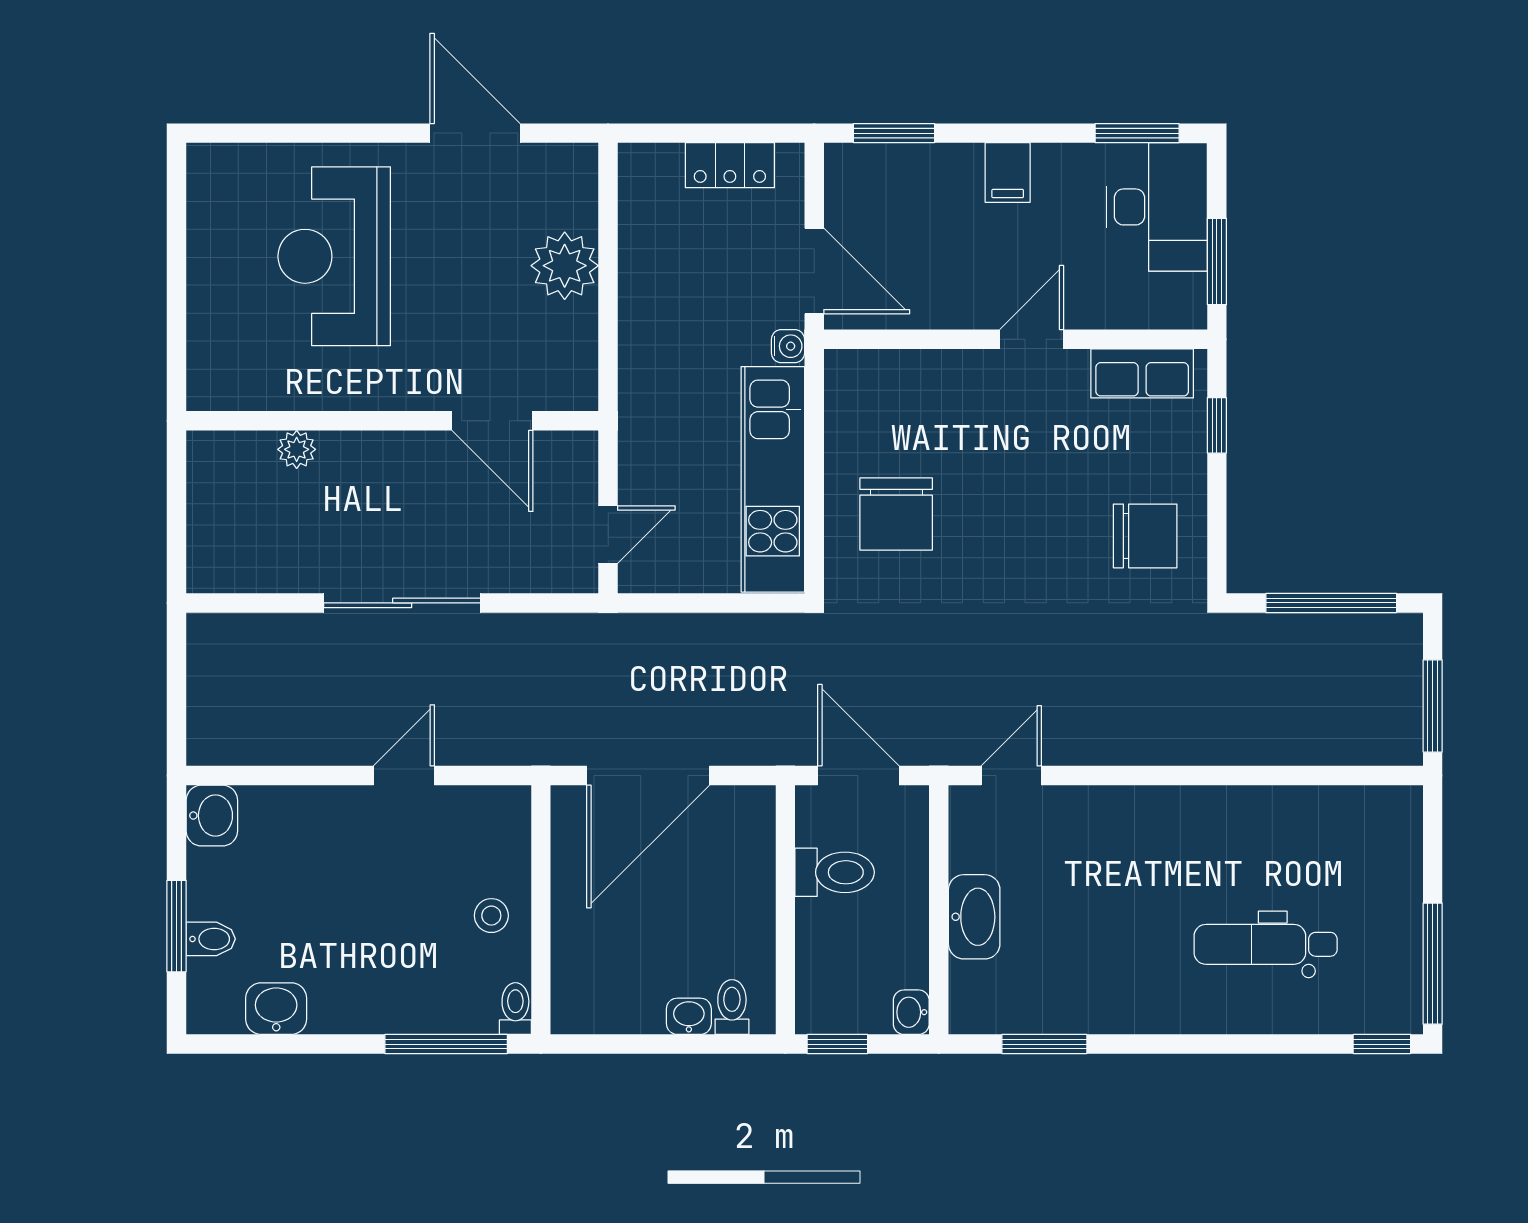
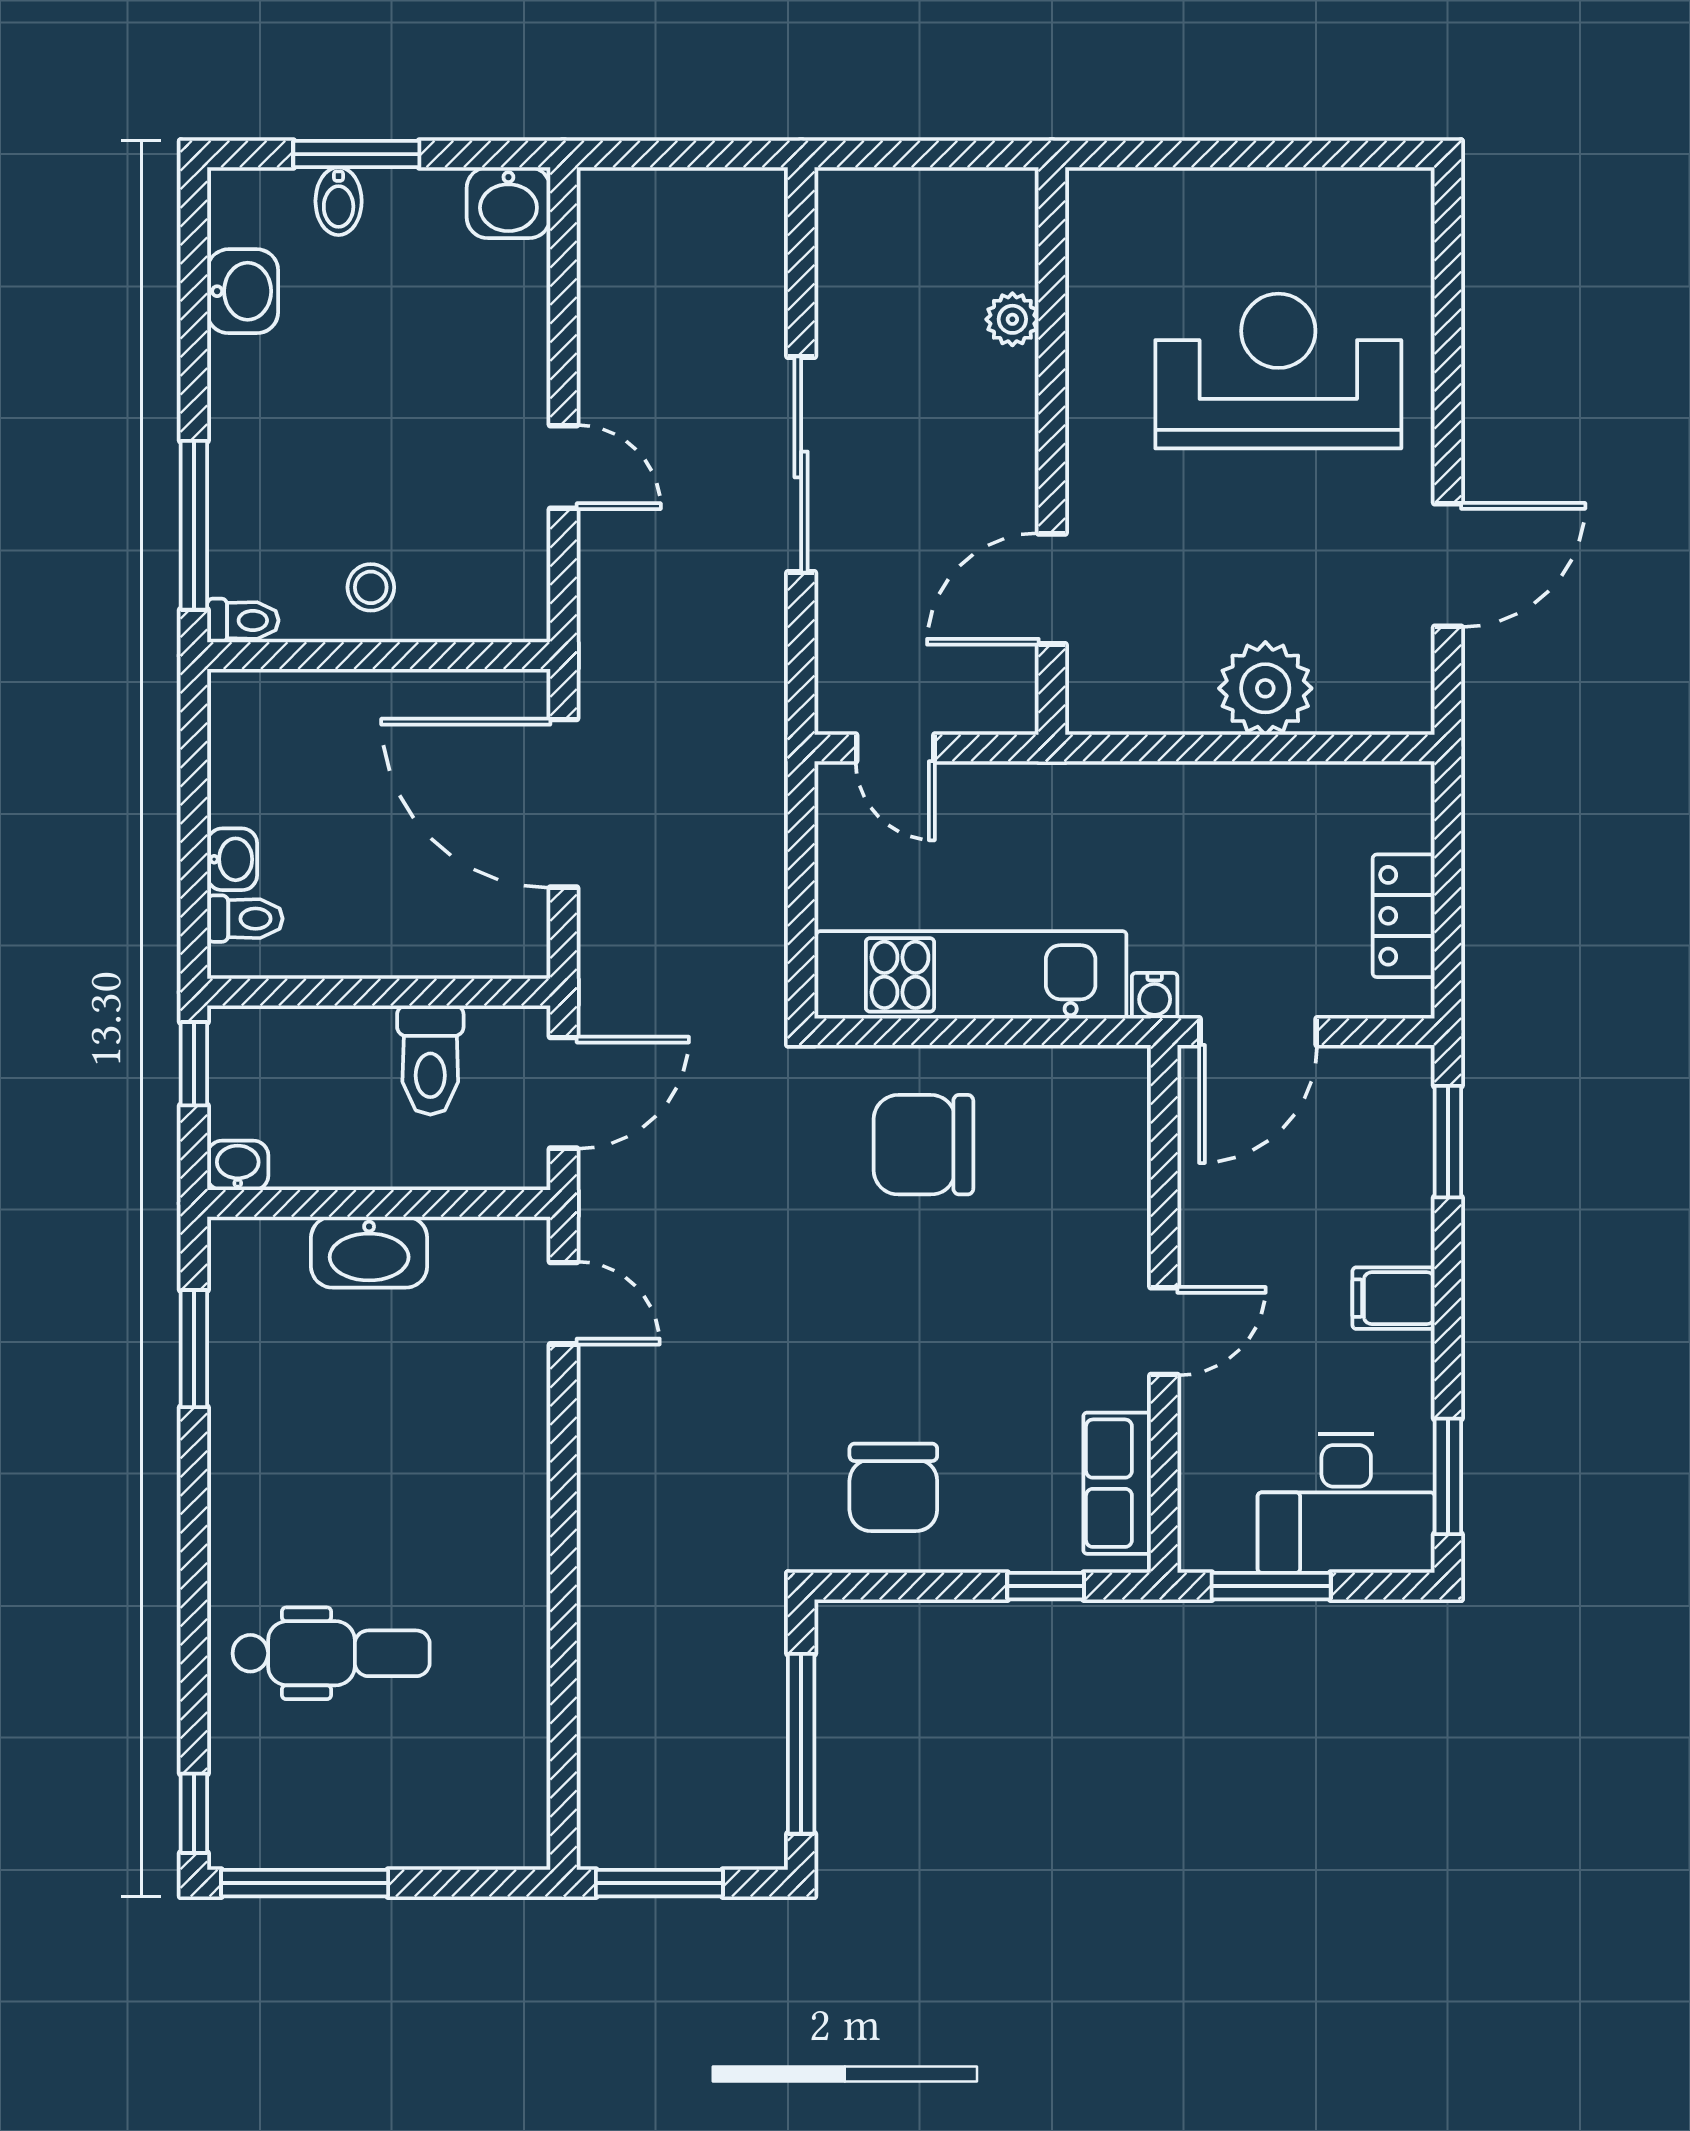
door: (1032, 339) -> (1164, 1331), hinge flipped
dental chair: (1266, 944) -> (331, 1653), turned 90

